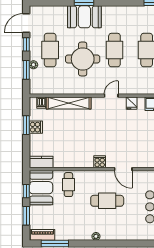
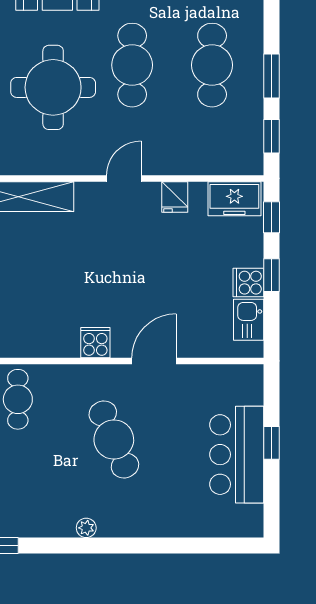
door: (123, 169) -> (154, 361), swing flipped
cafe table: (107, 201) -> (114, 439), turned 67

